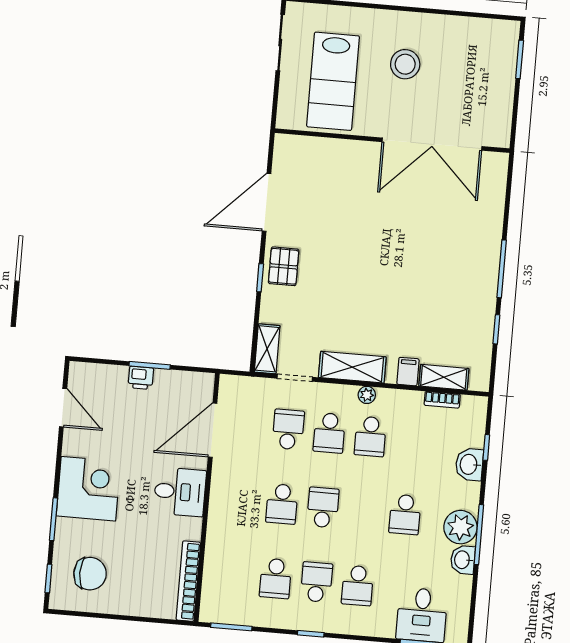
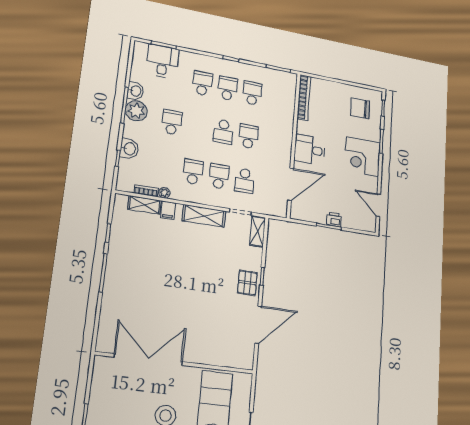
plant: (367, 395) -> (164, 193), moved
school desk: (317, 582) -> (227, 88), turned 180

